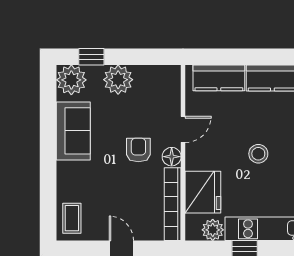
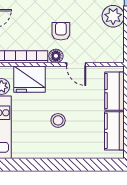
armchair: (138, 150) -> (61, 31), turned -90

